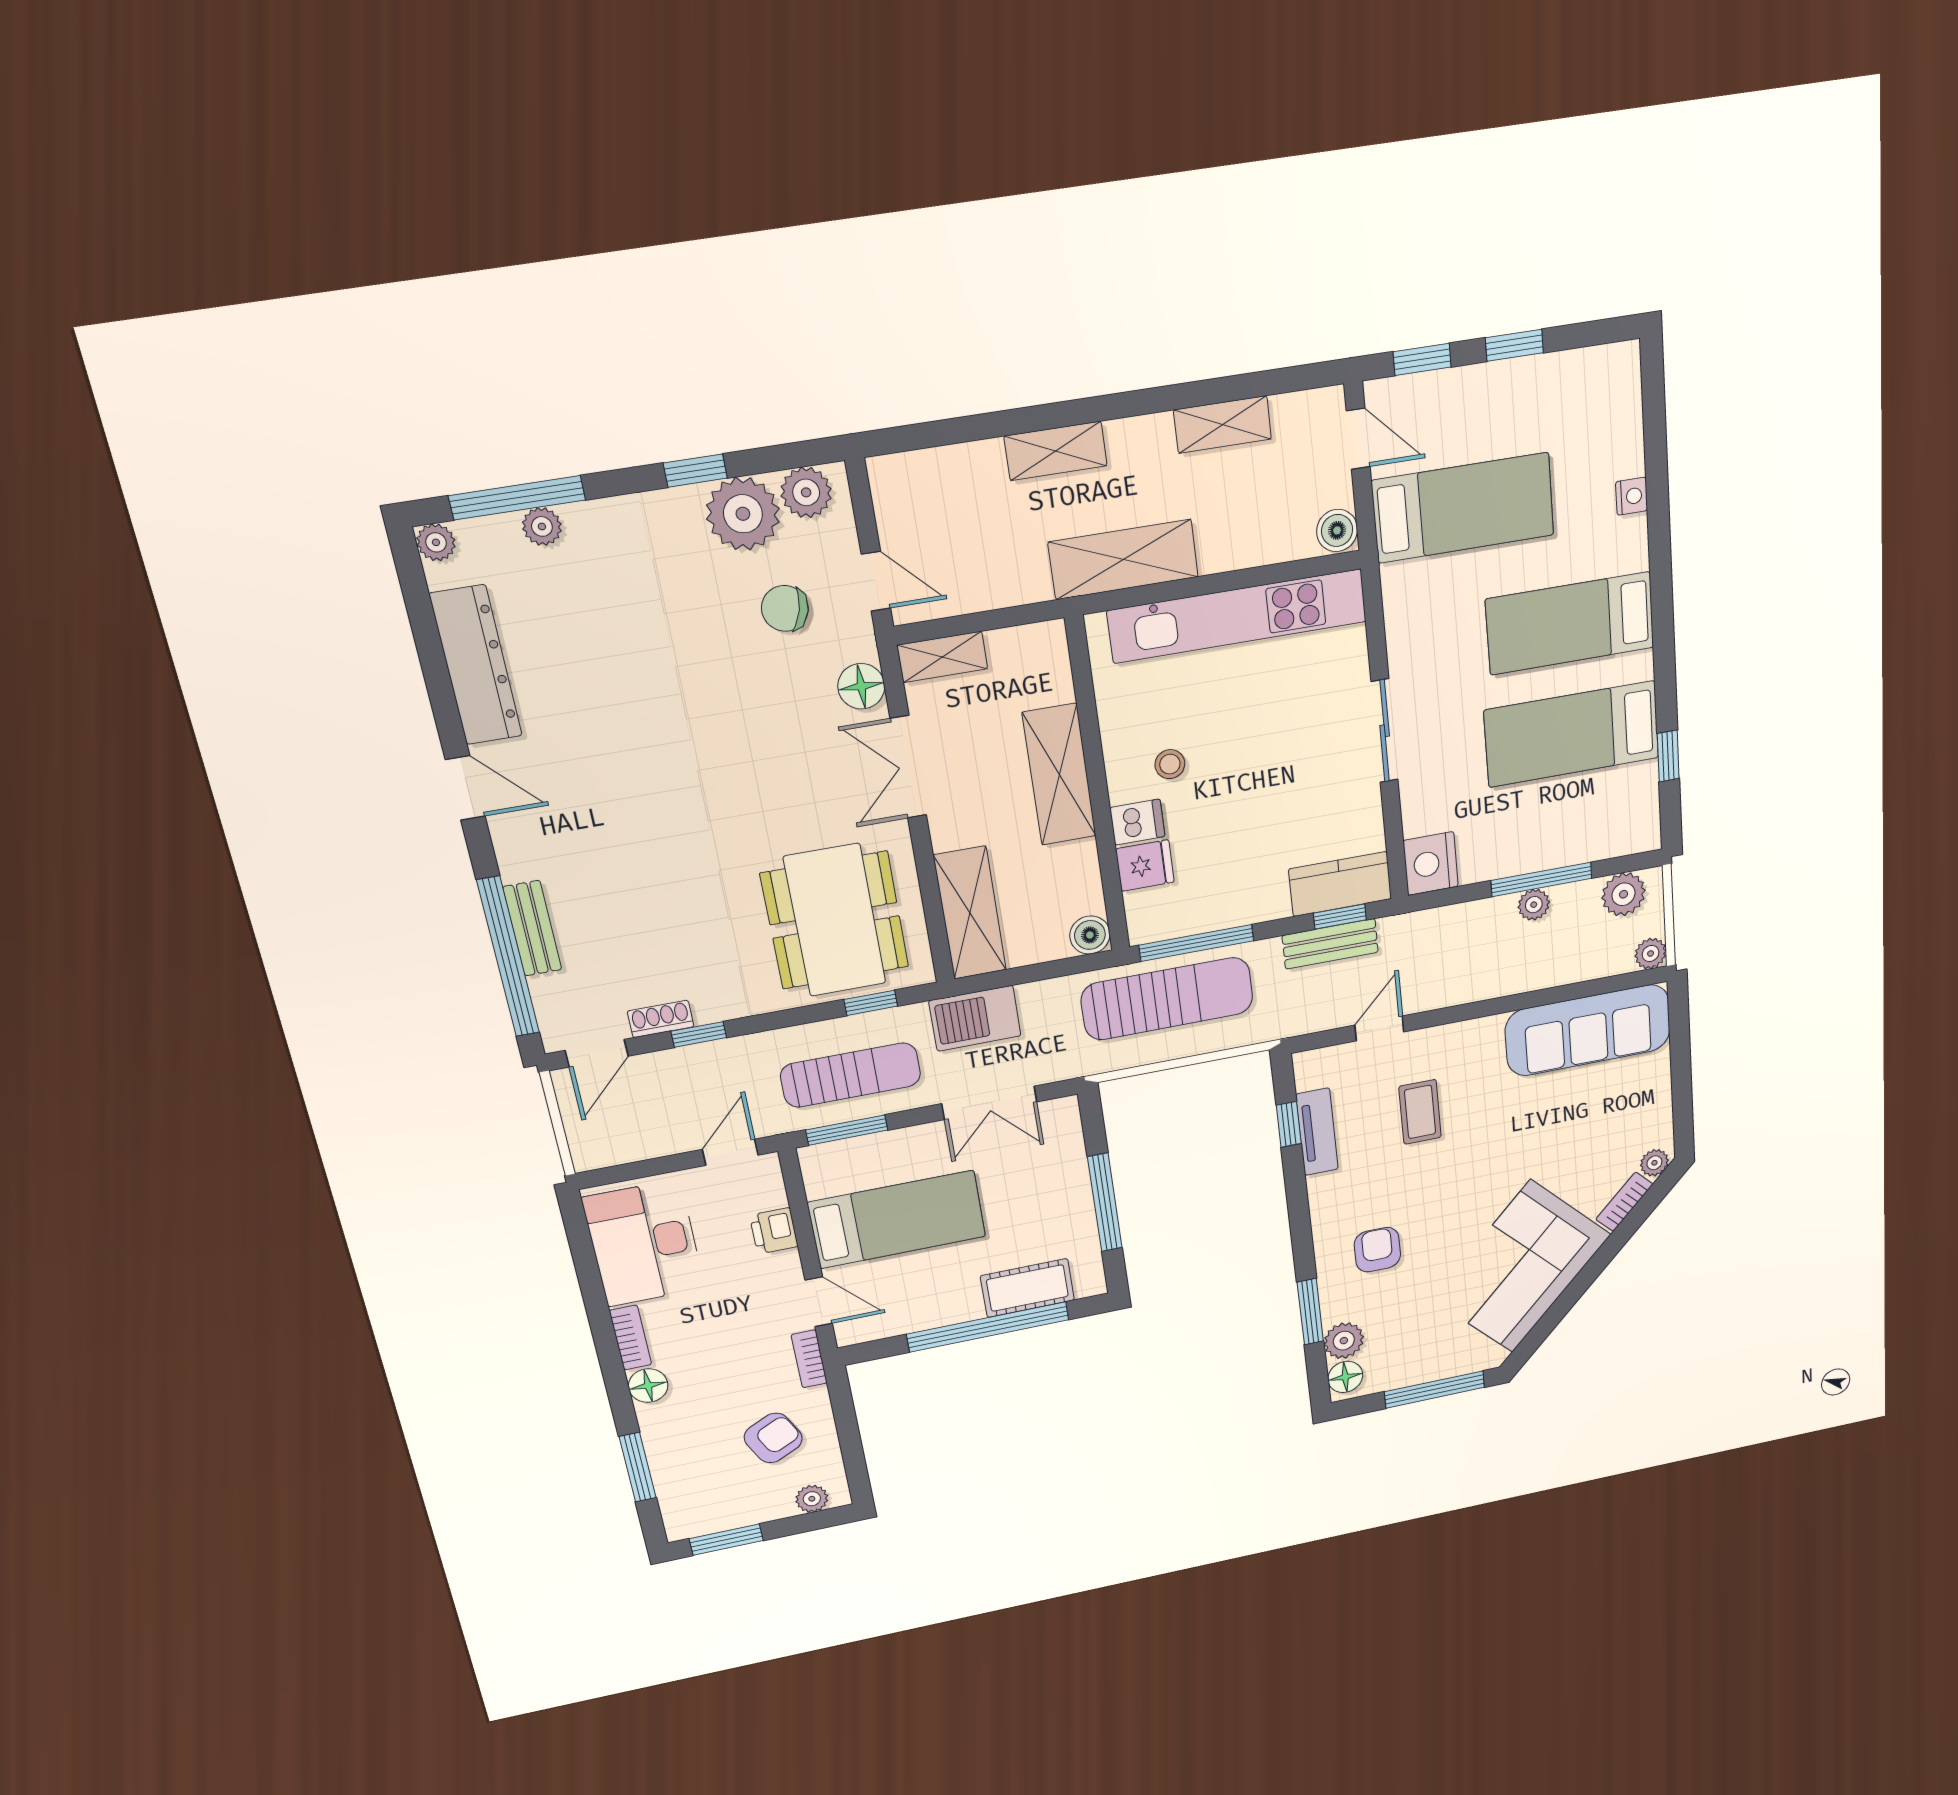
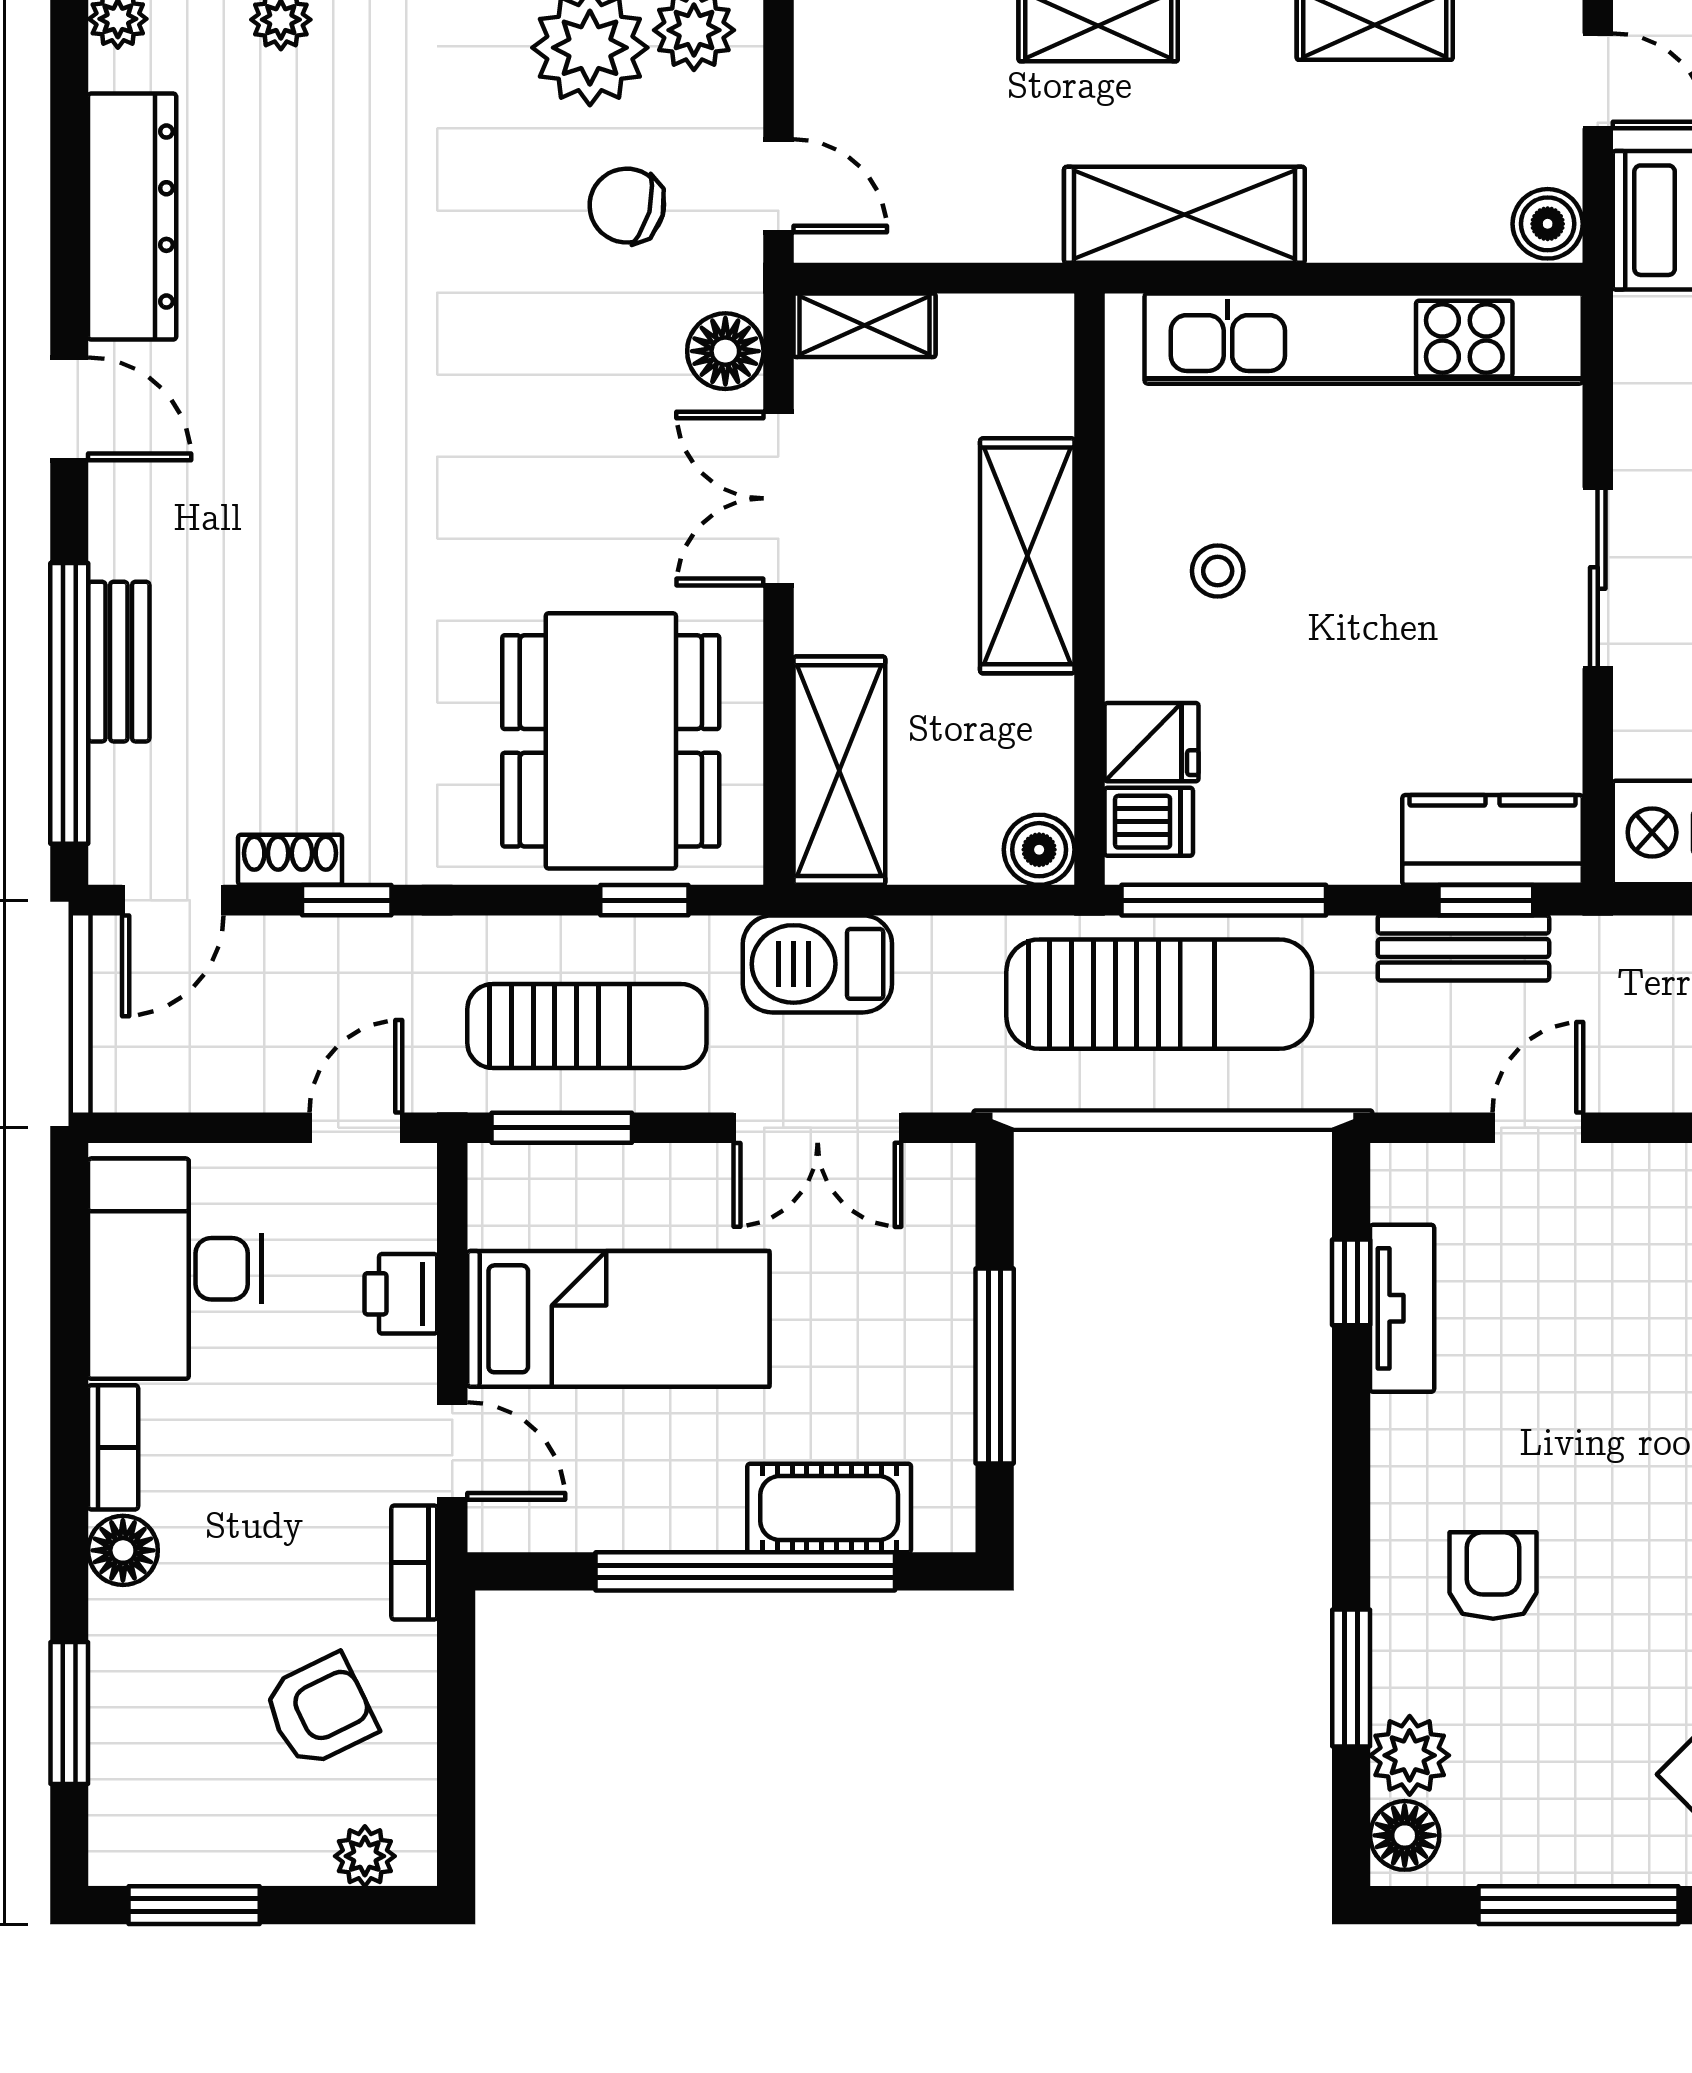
dishwasher: (1137, 822) -> (1149, 822), moved
coffee table: (1420, 1112) -> (1600, 1309), removed

